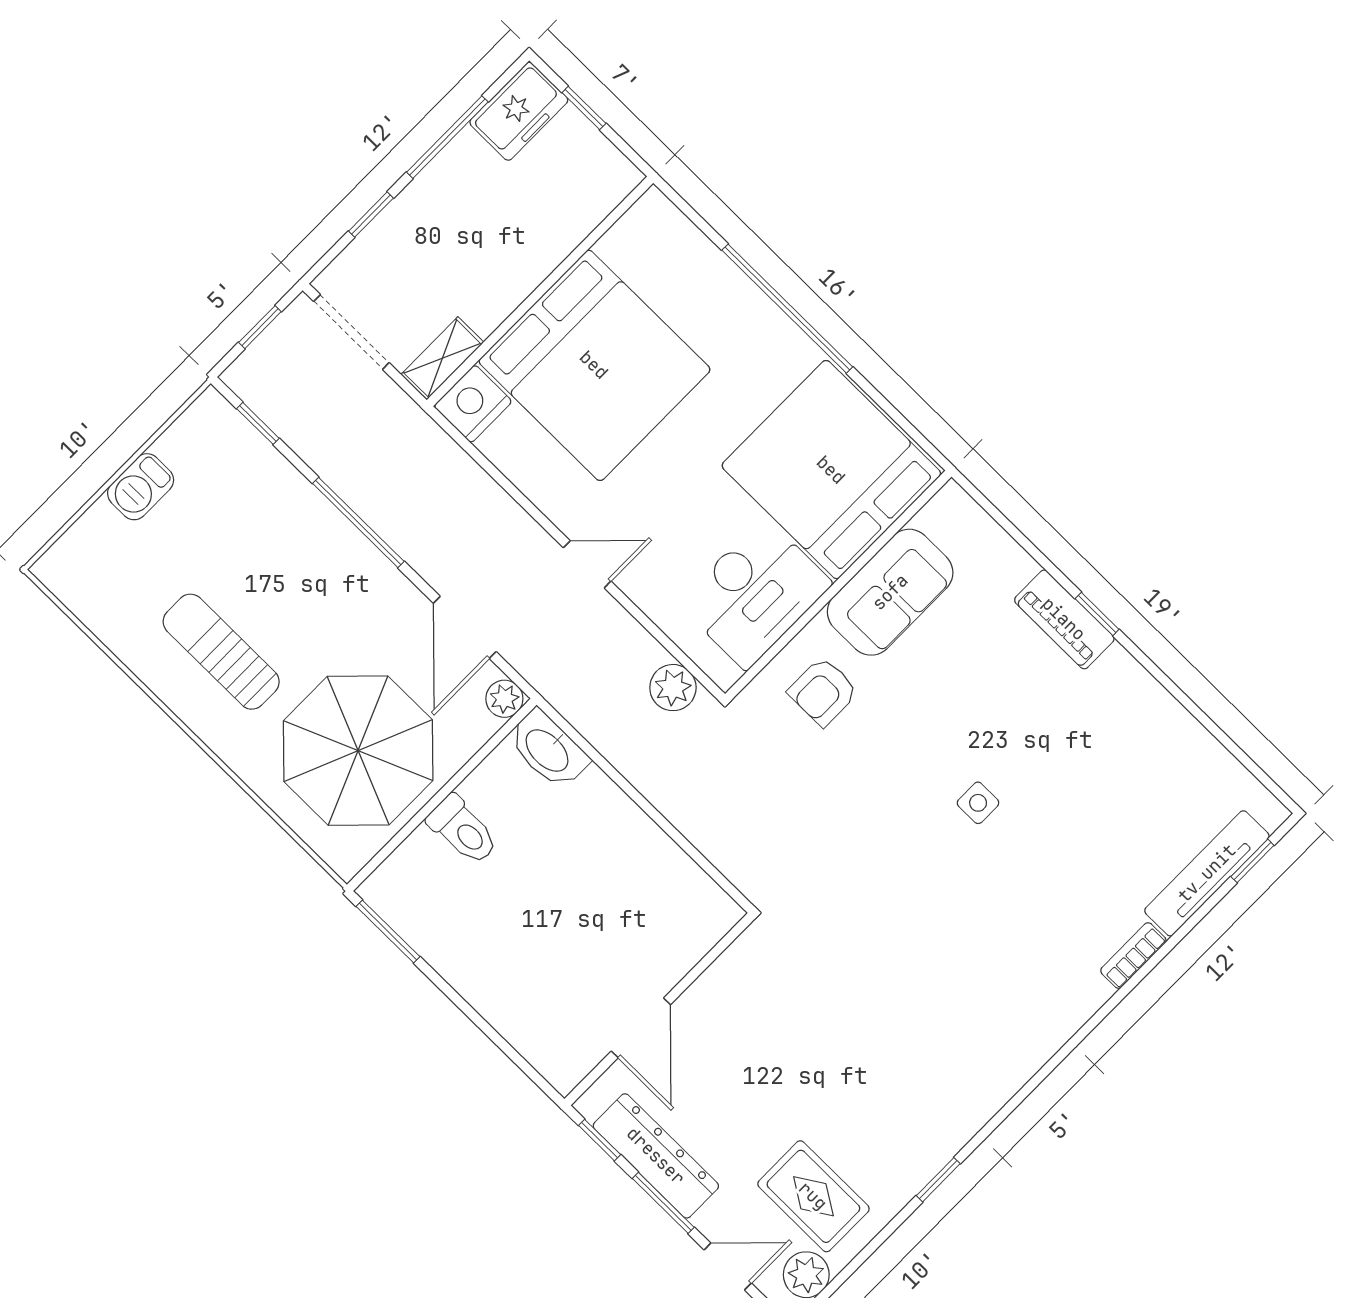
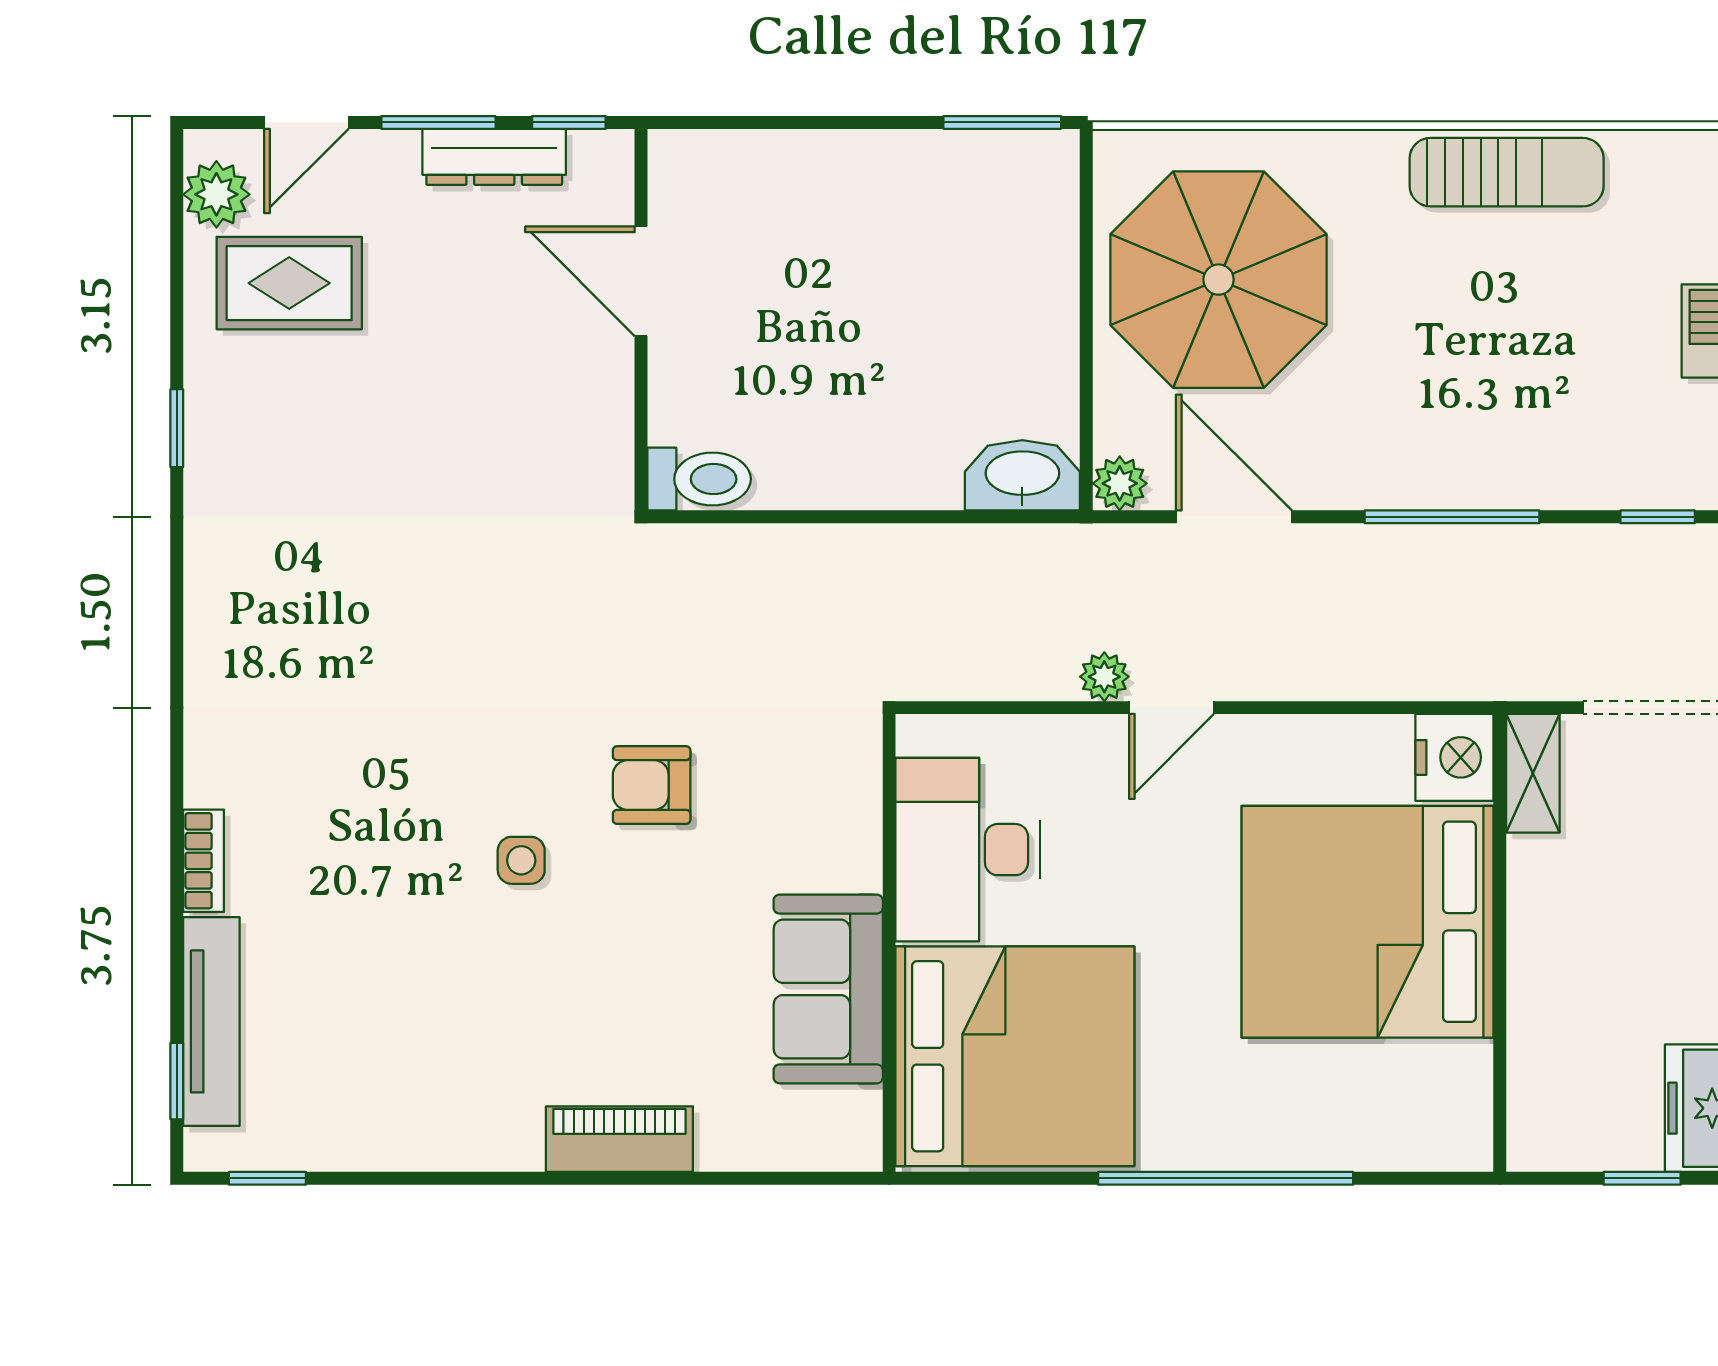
window: (1097, 614) -> (267, 1178), moved
sun lounger: (221, 652) -> (1507, 172), moved
plant: (673, 688) -> (1104, 677), moved, width x0.73, depth x0.73
armchair: (823, 692) -> (652, 785), moved, turned -90
toilet: (463, 830) -> (699, 479), moved, turned 180
dresser: (656, 1156) -> (494, 157), width x0.73, depth x0.80

